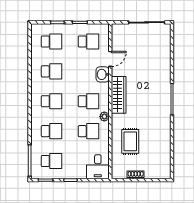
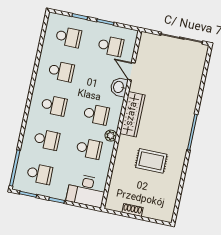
door: (110, 59) -> (131, 71), swing flipped
rug: (130, 141) -> (151, 161), moved, turned 90
desk: (98, 167) -> (86, 191), width x1.37

